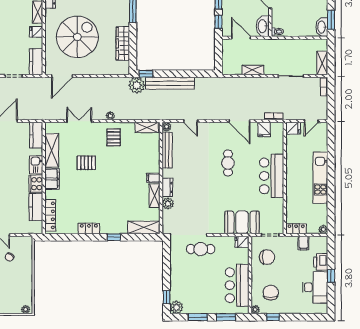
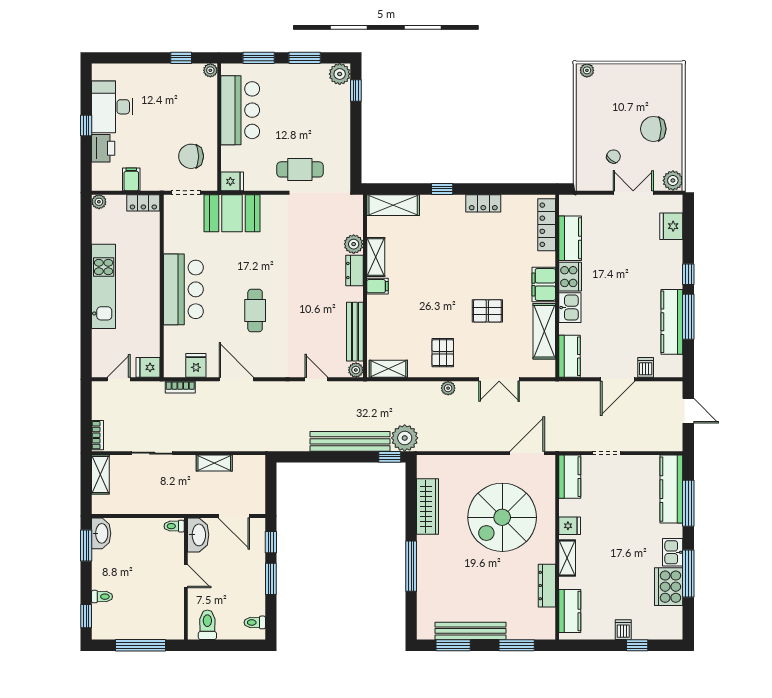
chair: (271, 293) -> (185, 98), removed

